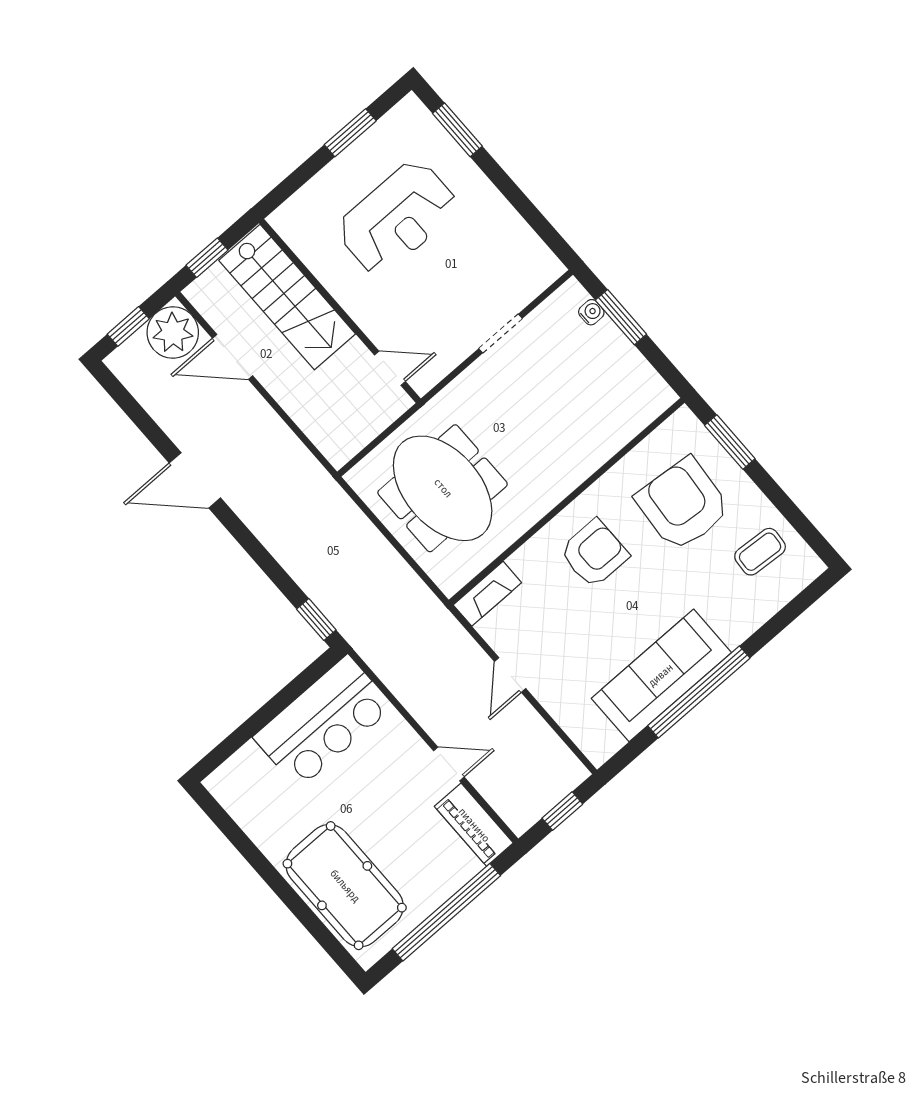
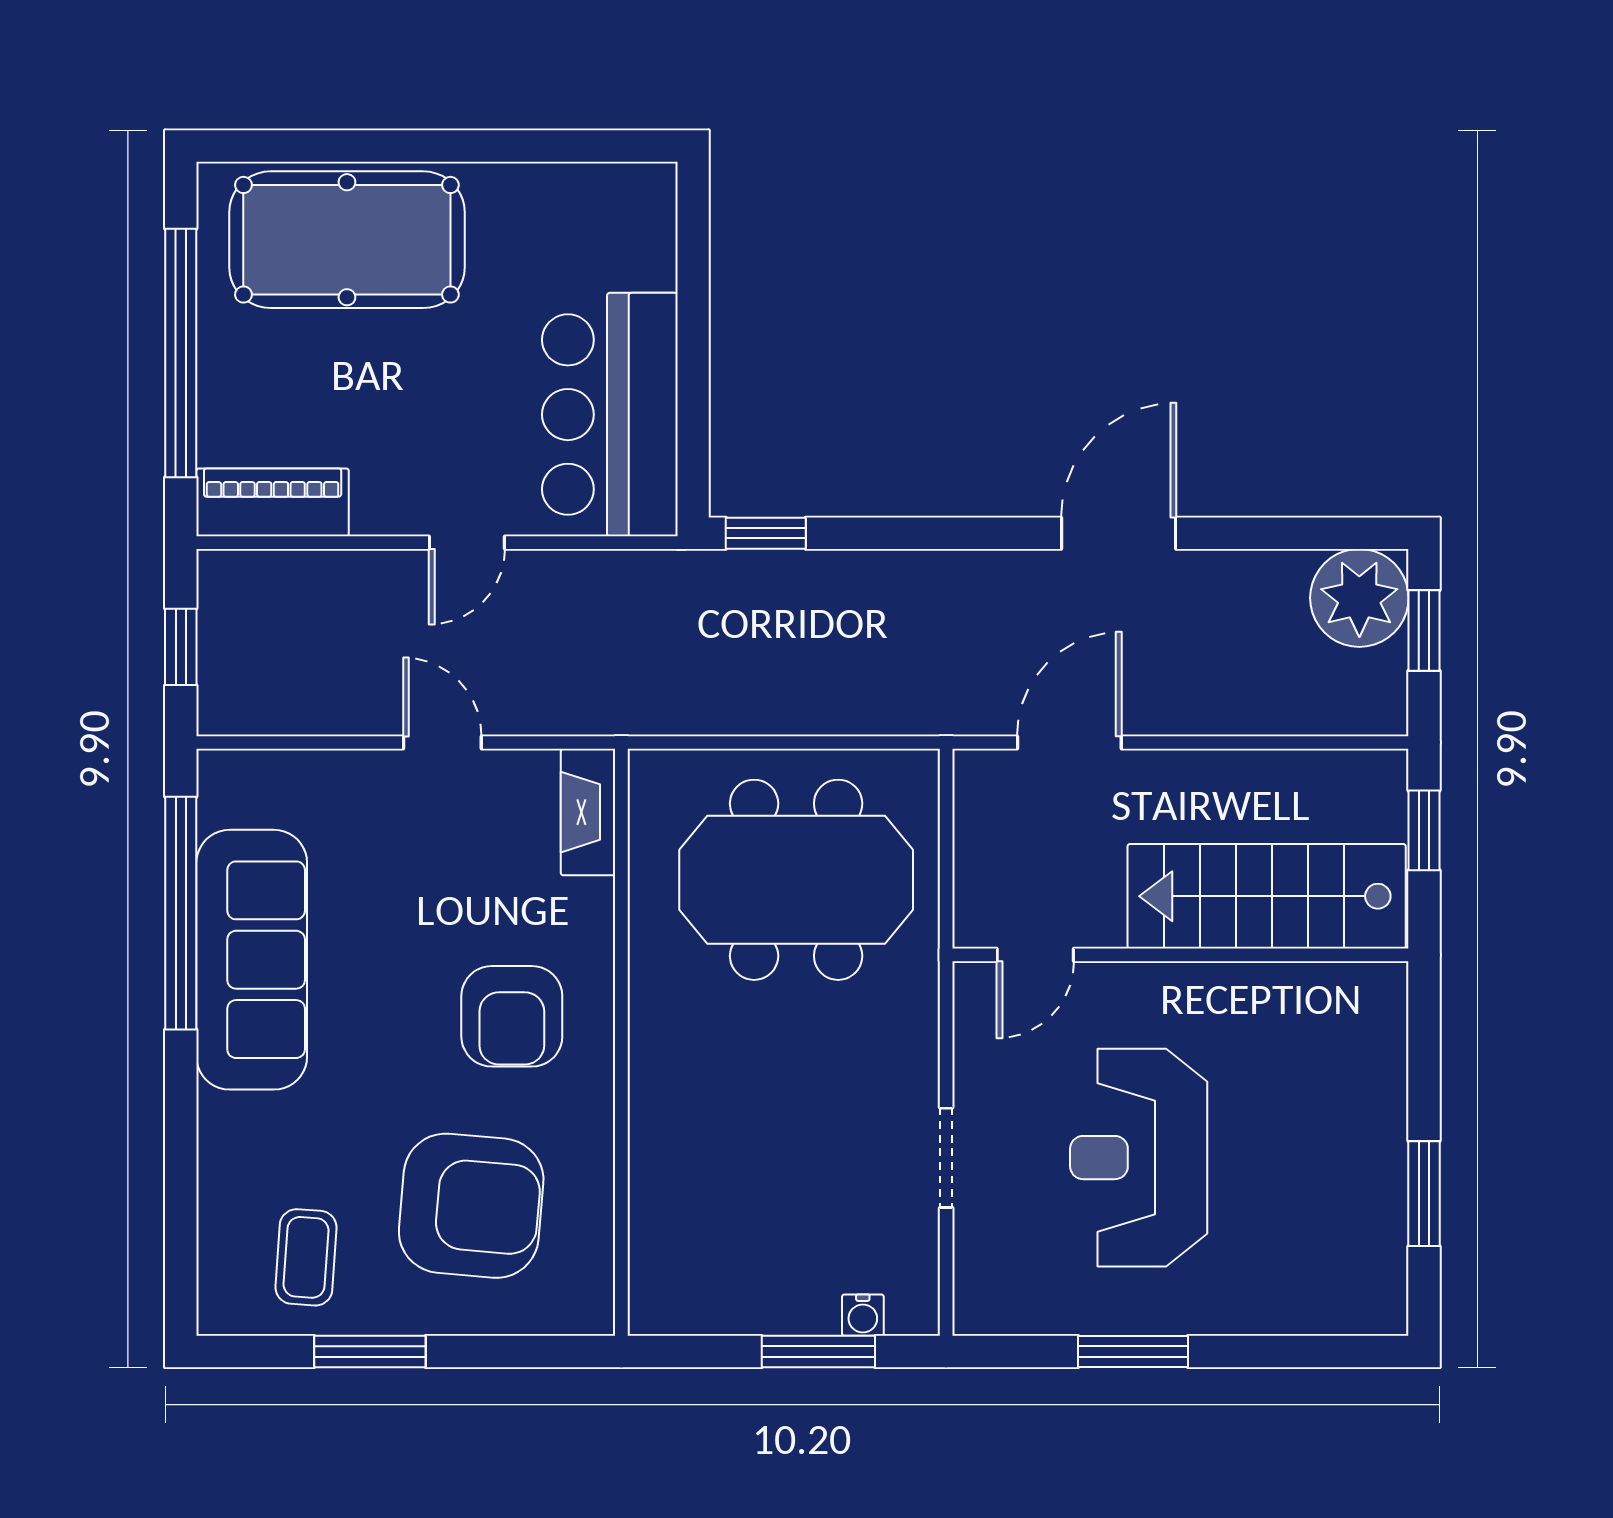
window: (457, 130) -> (1133, 1352), moved
reception desk: (397, 218) -> (1139, 1158), moved
plant: (173, 332) -> (1359, 598), moved
door: (233, 357) -> (1069, 742), moved
window: (730, 442) -> (370, 1352), moved
window: (699, 692) -> (181, 913), moved
door: (449, 764) -> (467, 543), moved

